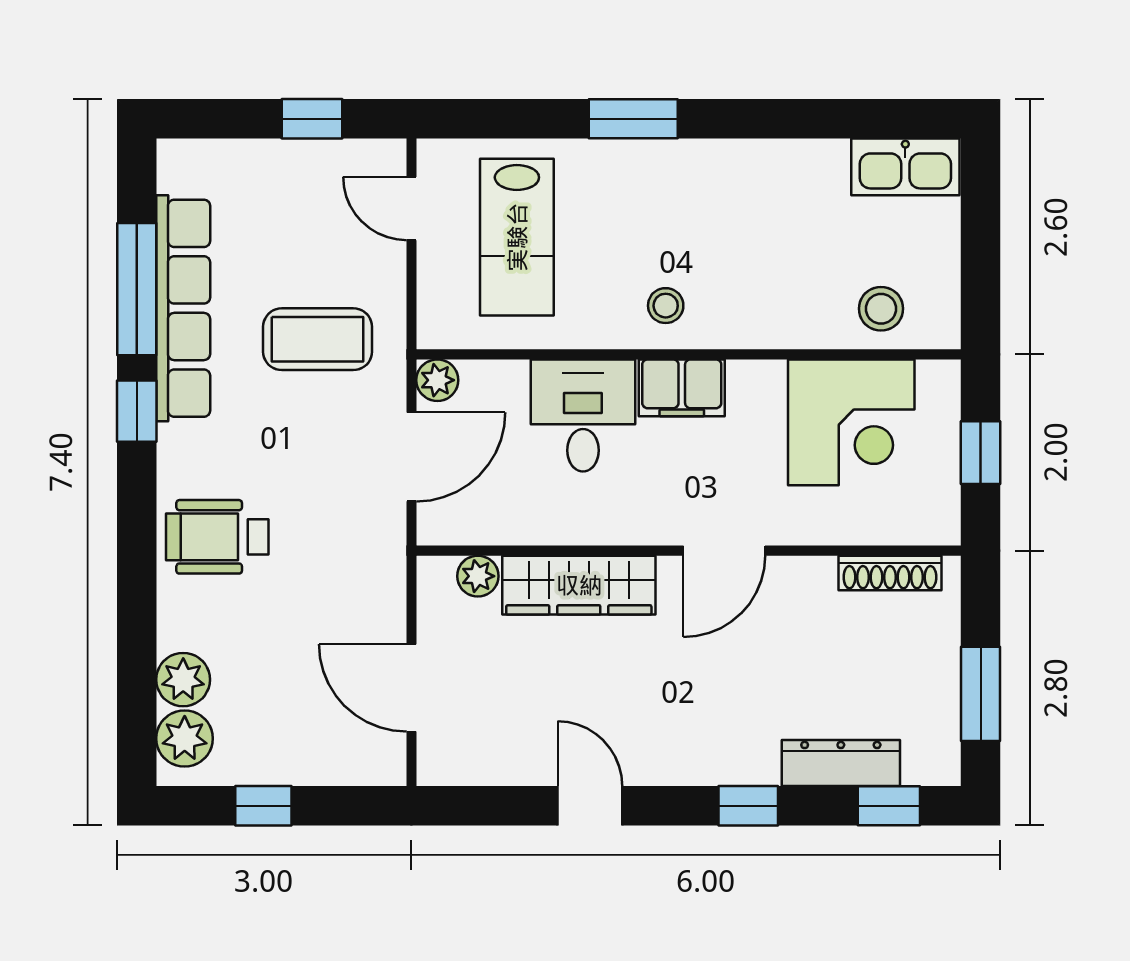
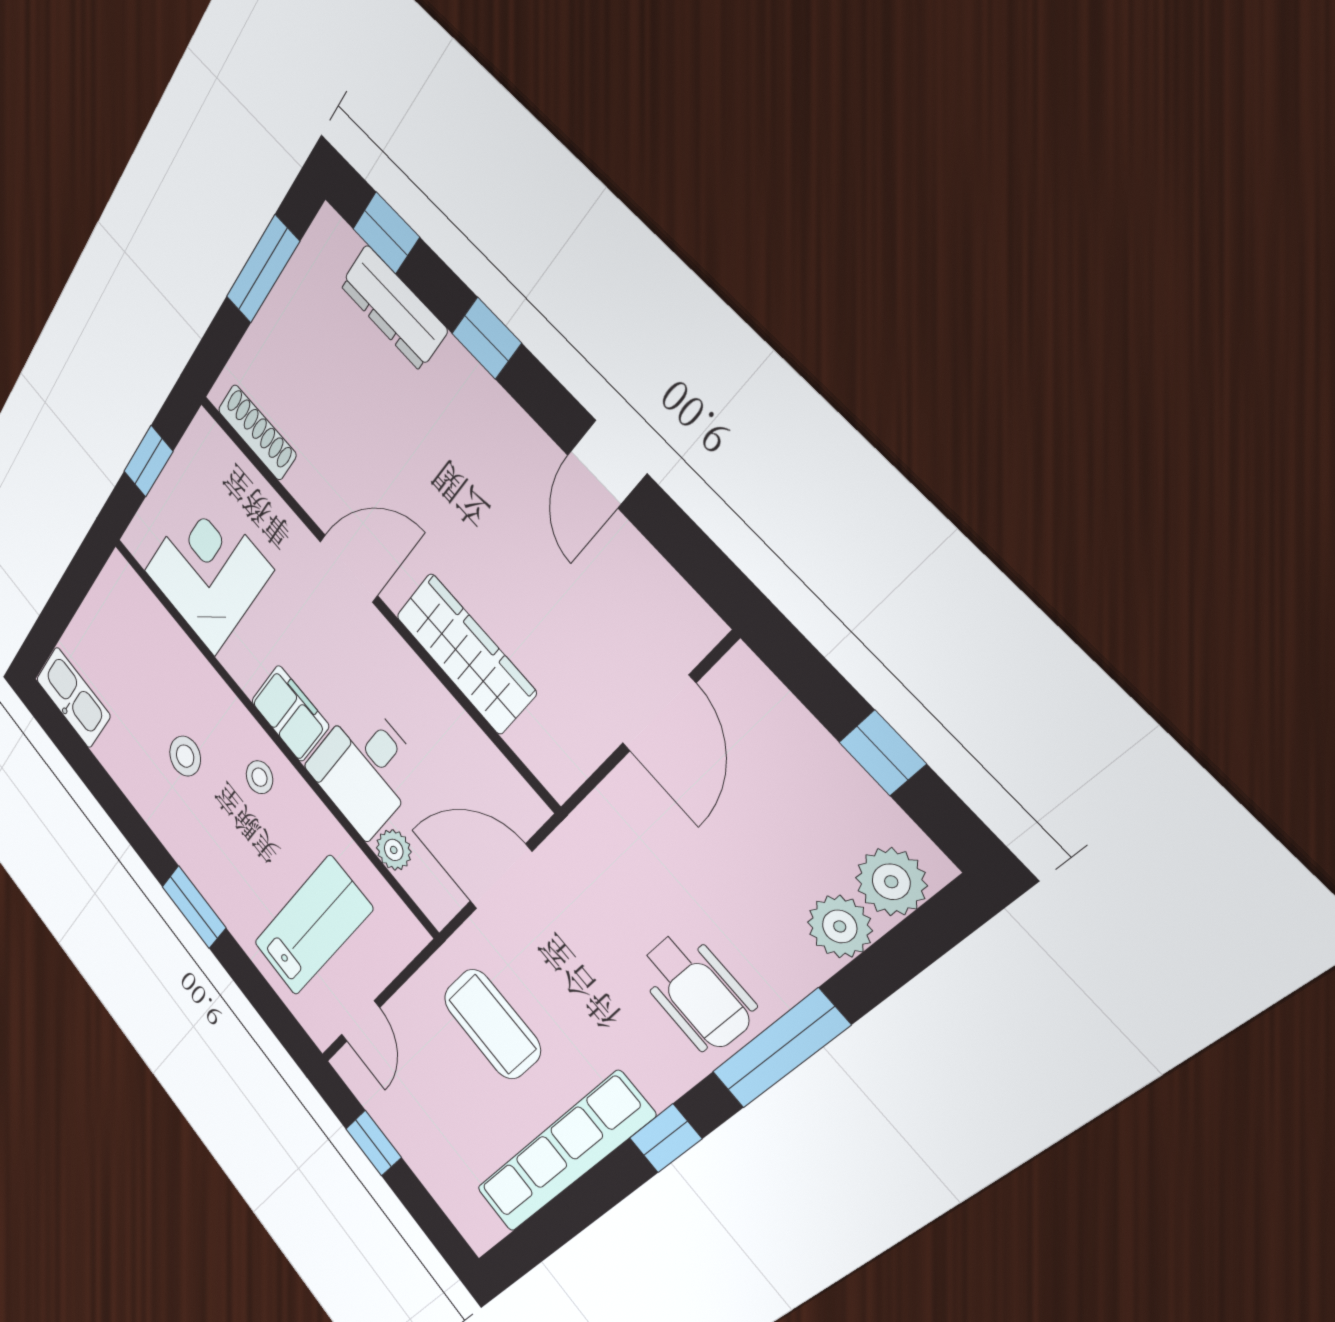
window: (137, 289) -> (780, 1049), moved
stool: (881, 309) -> (185, 756), moved
plant: (437, 380) -> (394, 850), moved
plant: (478, 576) -> (530, 741), removed

